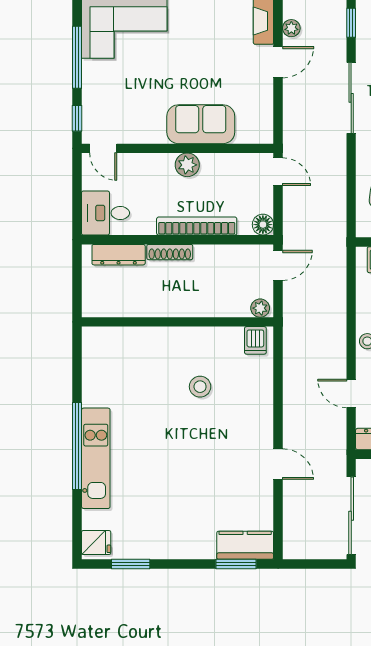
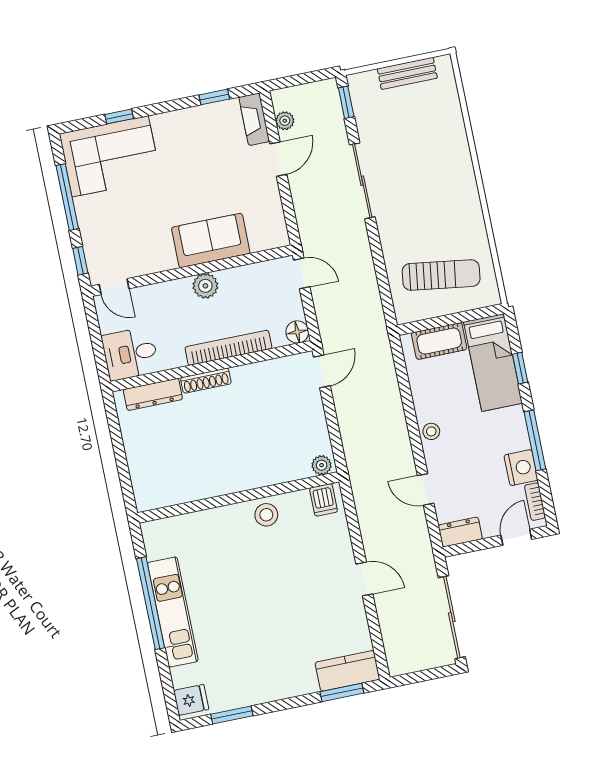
plant: (260, 308) -> (322, 465), moved
wall: (178, 322) -> (238, 497), moved
dishwasher: (255, 340) -> (324, 500), moved

